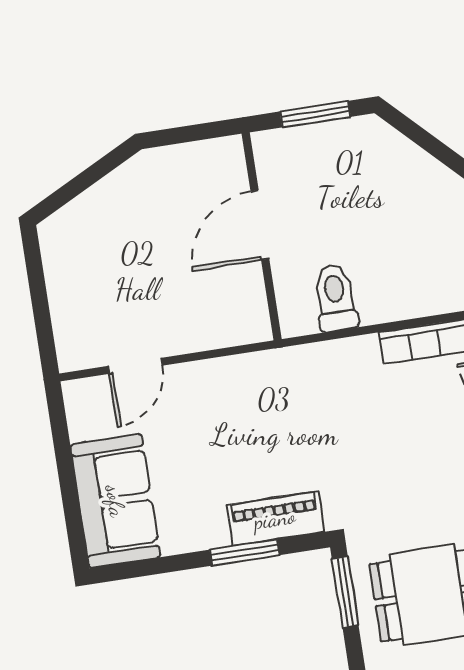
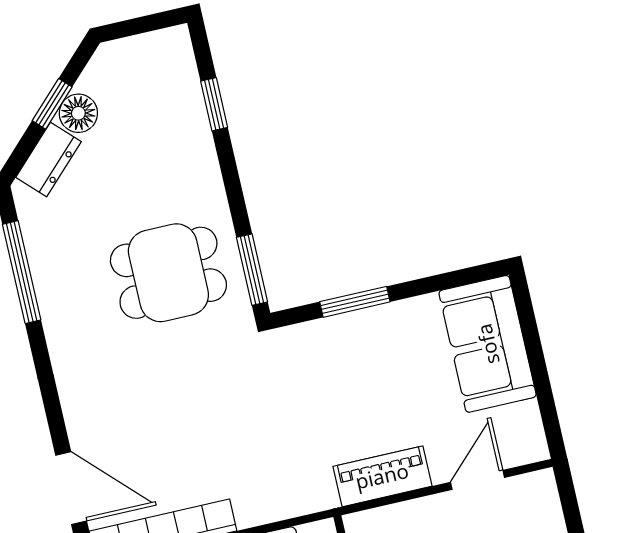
piano: (275, 519) -> (382, 476), moved, turned 180

